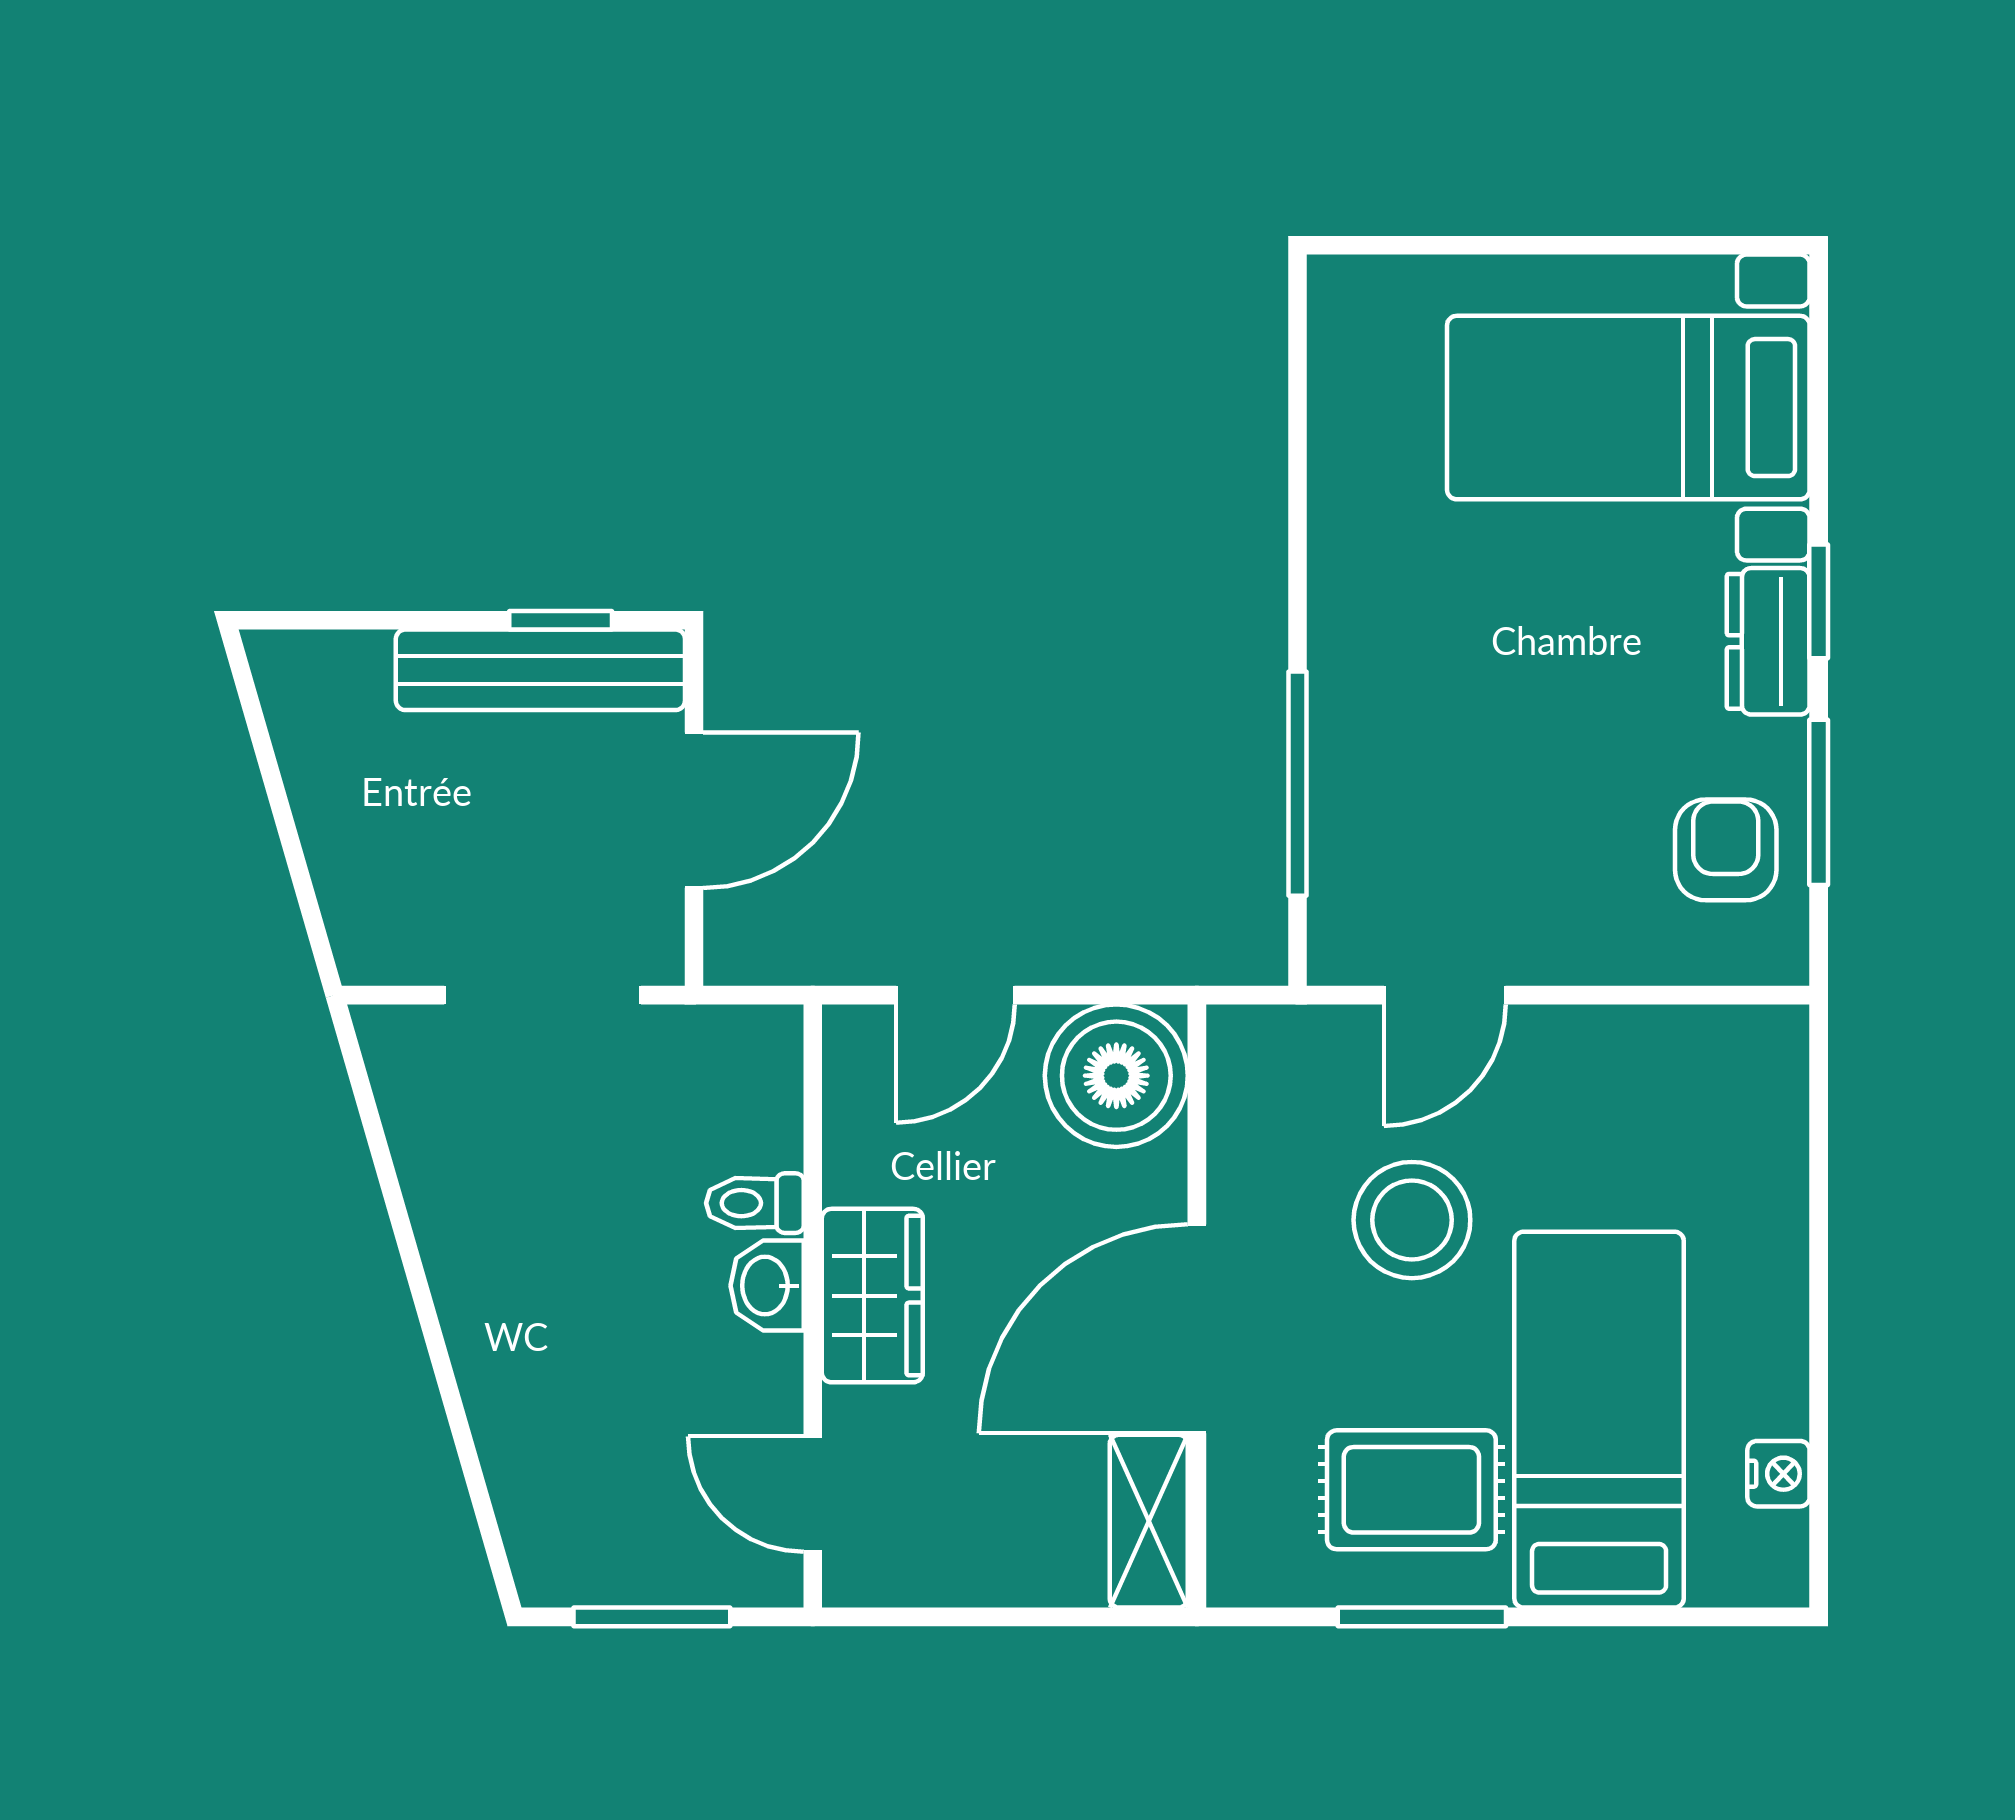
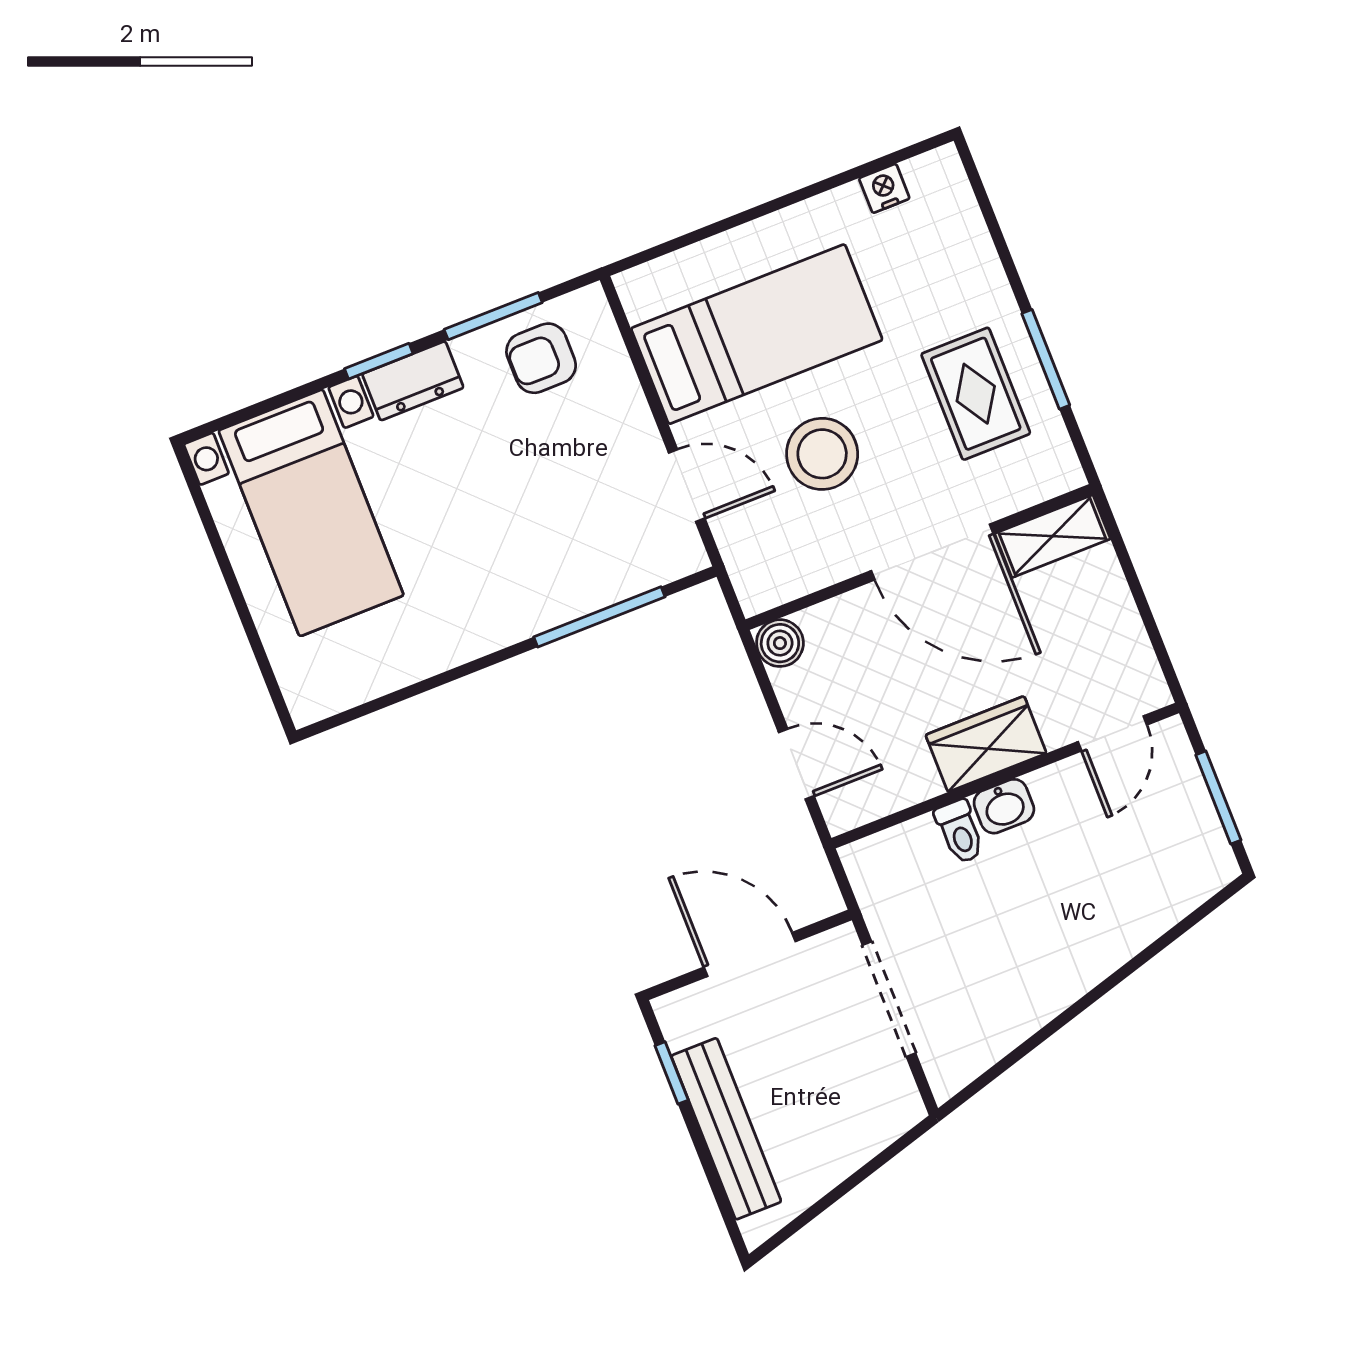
bench: (540, 670) -> (726, 1129), moved
boiler: (1116, 1076) -> (780, 643), width x0.54, depth x0.54
bed: (1599, 1420) -> (757, 334), moved, turned 180

